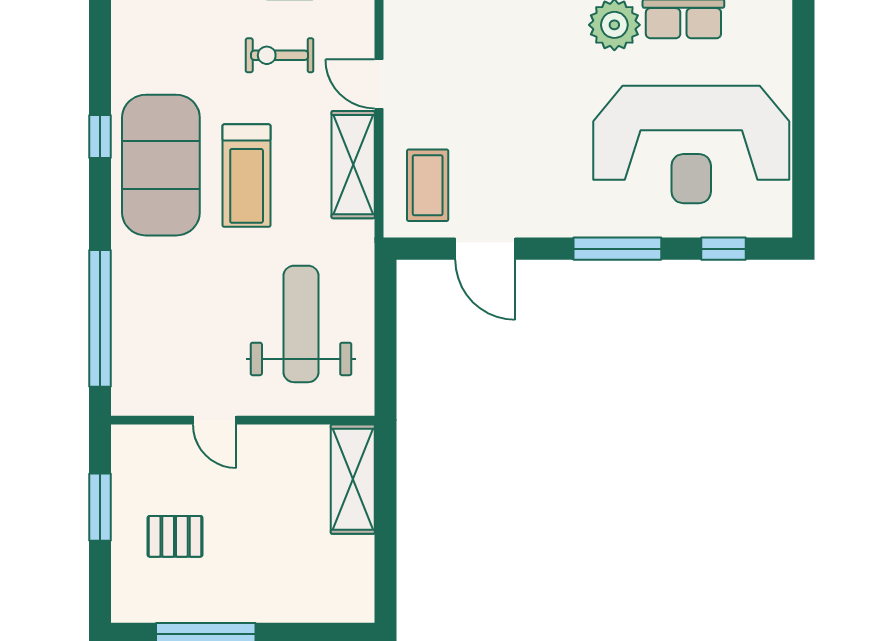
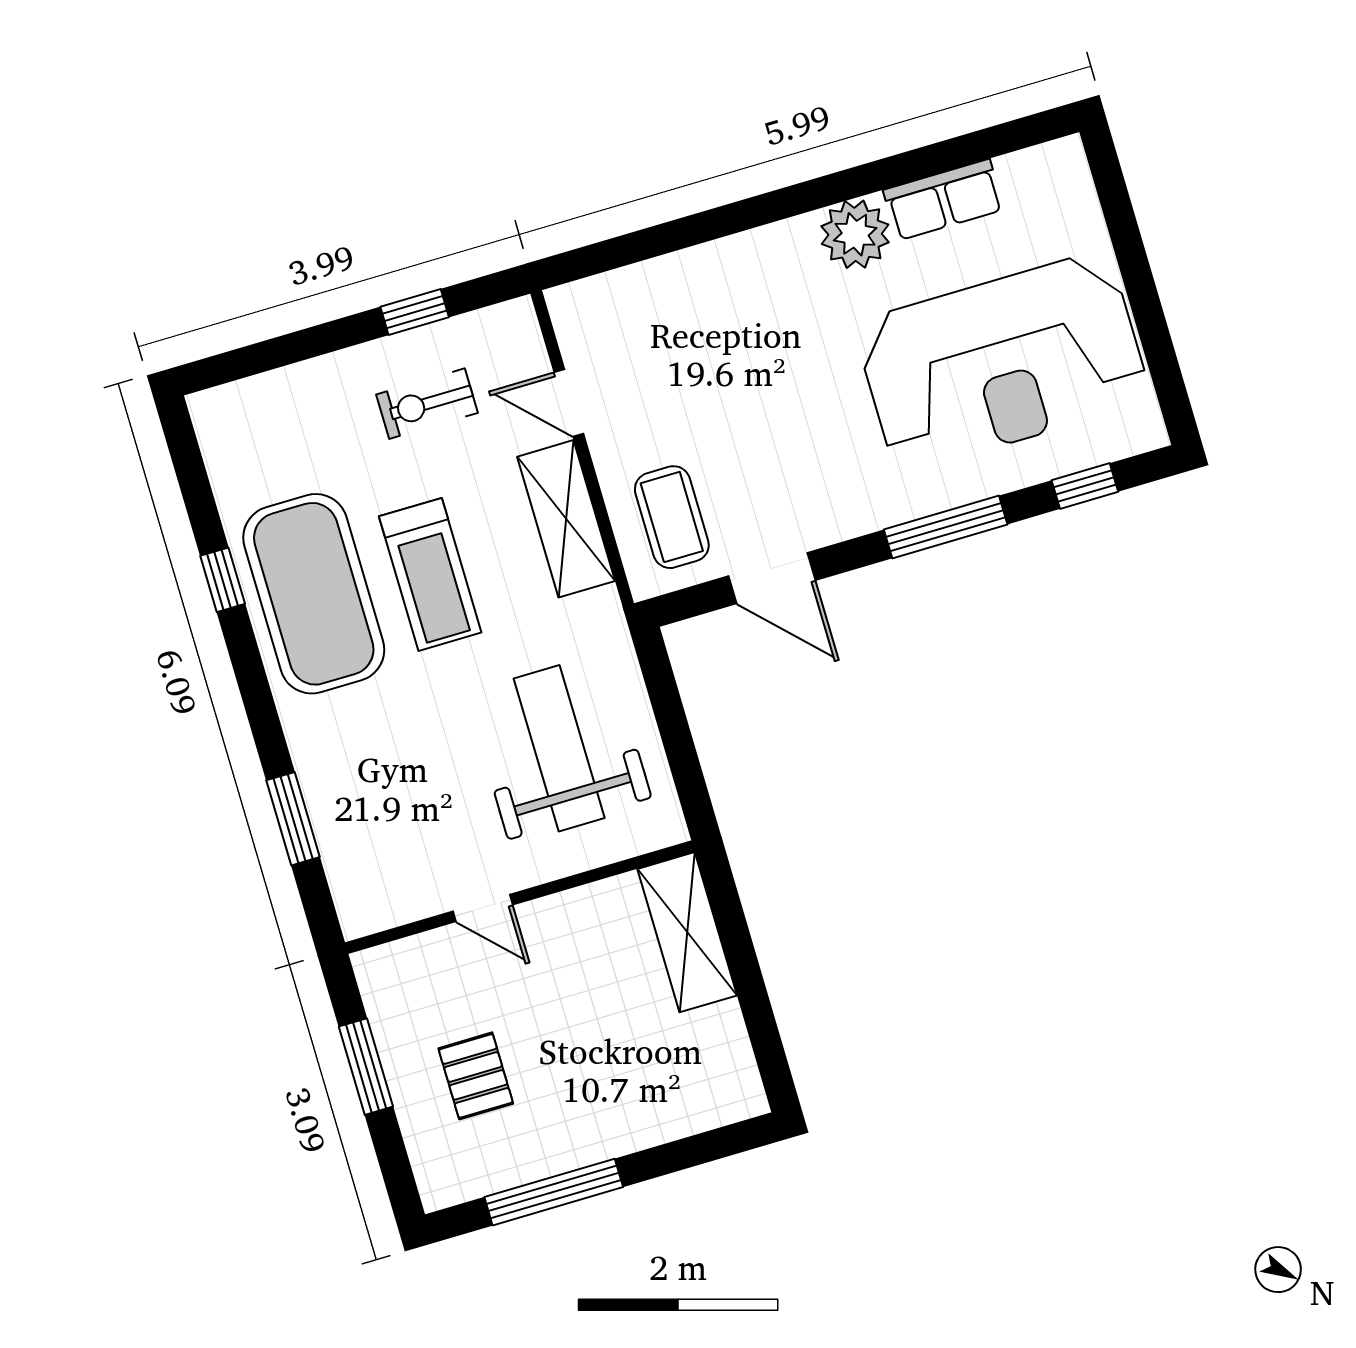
window: (100, 318) -> (293, 819), width x0.47
pallet: (175, 536) -> (476, 1076), turned 90

